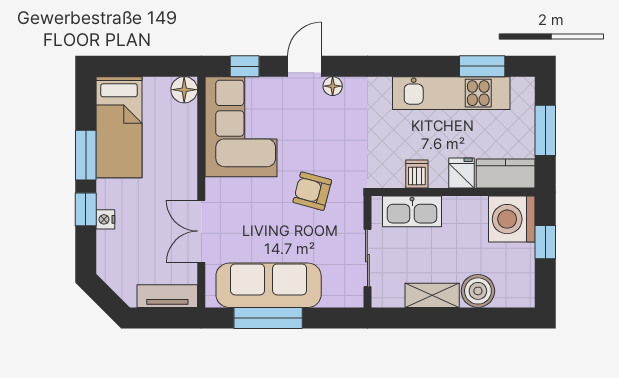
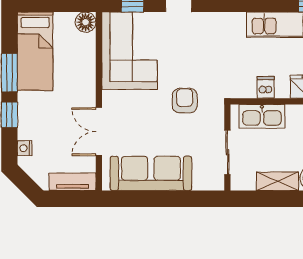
floor lamp: (333, 86) -> (200, 19), removed
armchair: (312, 191) -> (185, 101), turned 75
nightstand: (105, 219) -> (25, 148), moved
window: (268, 318) -> (150, 199), removed

